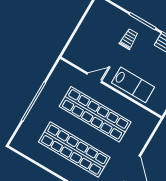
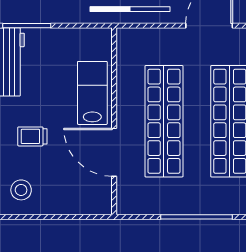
stool: (104, 16) -> (21, 190), added
door: (94, 78) -> (114, 152), width x1.87

